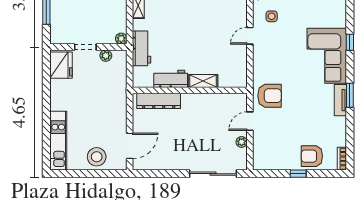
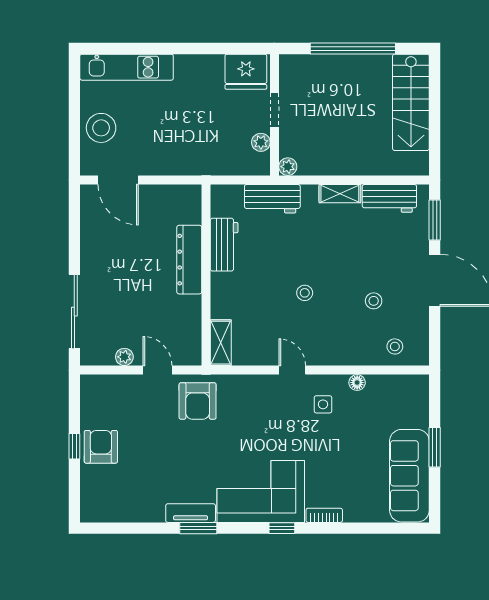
stool: (201, 28) -> (305, 293), added
shelving: (203, 81) -> (221, 343), moved
dresser: (159, 101) -> (189, 260), moved
armchair: (312, 156) -> (101, 447), moved
bookcase: (342, 159) -> (324, 515), moved

